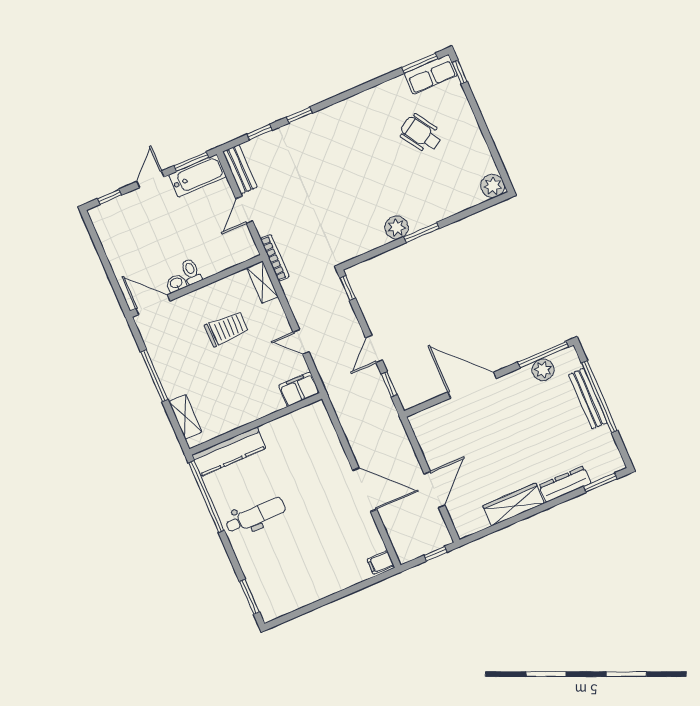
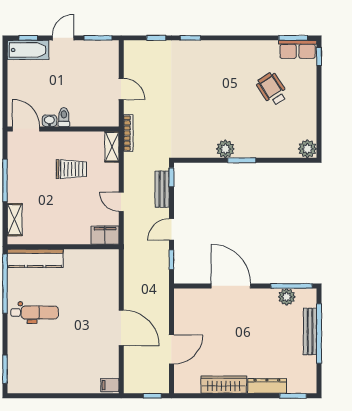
bench: (240, 169) -> (162, 189), moved
bathtub: (198, 176) -> (28, 50), moved
door: (244, 210) -> (121, 89), swing flipped

